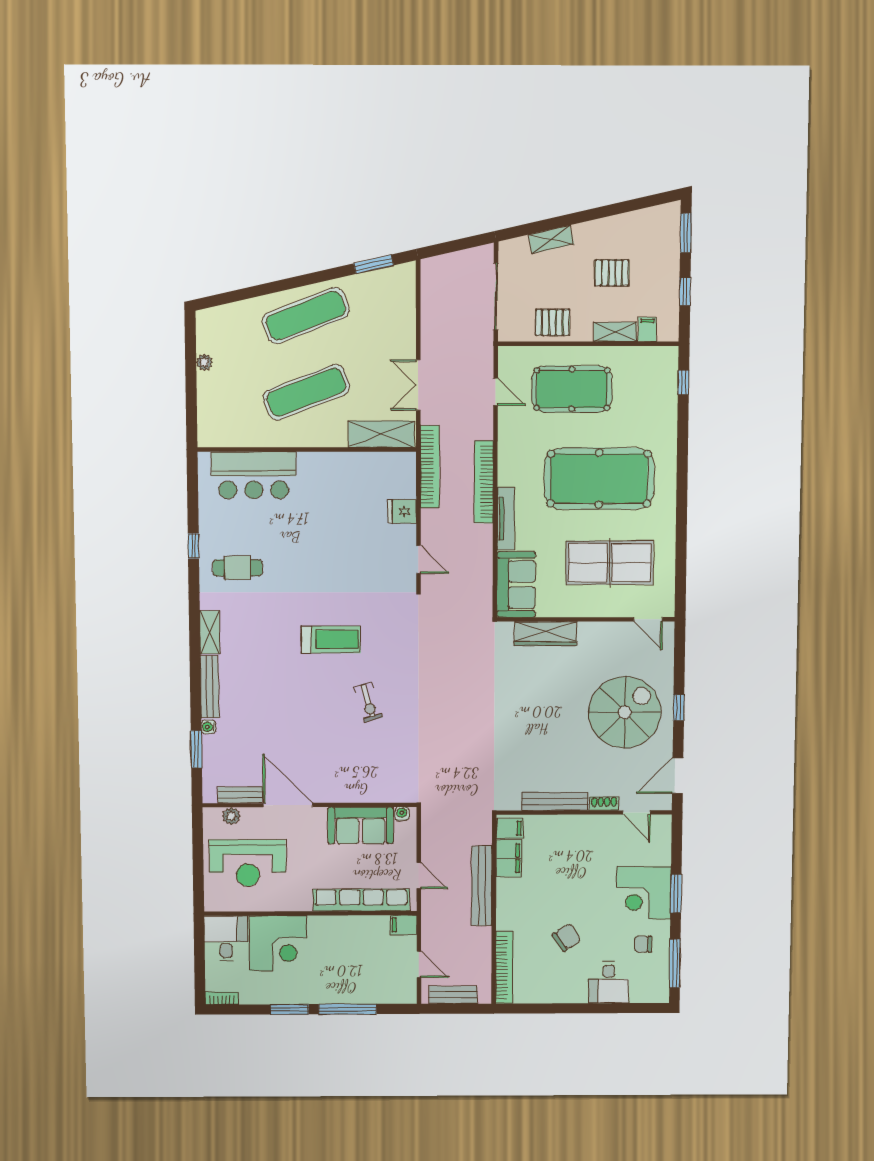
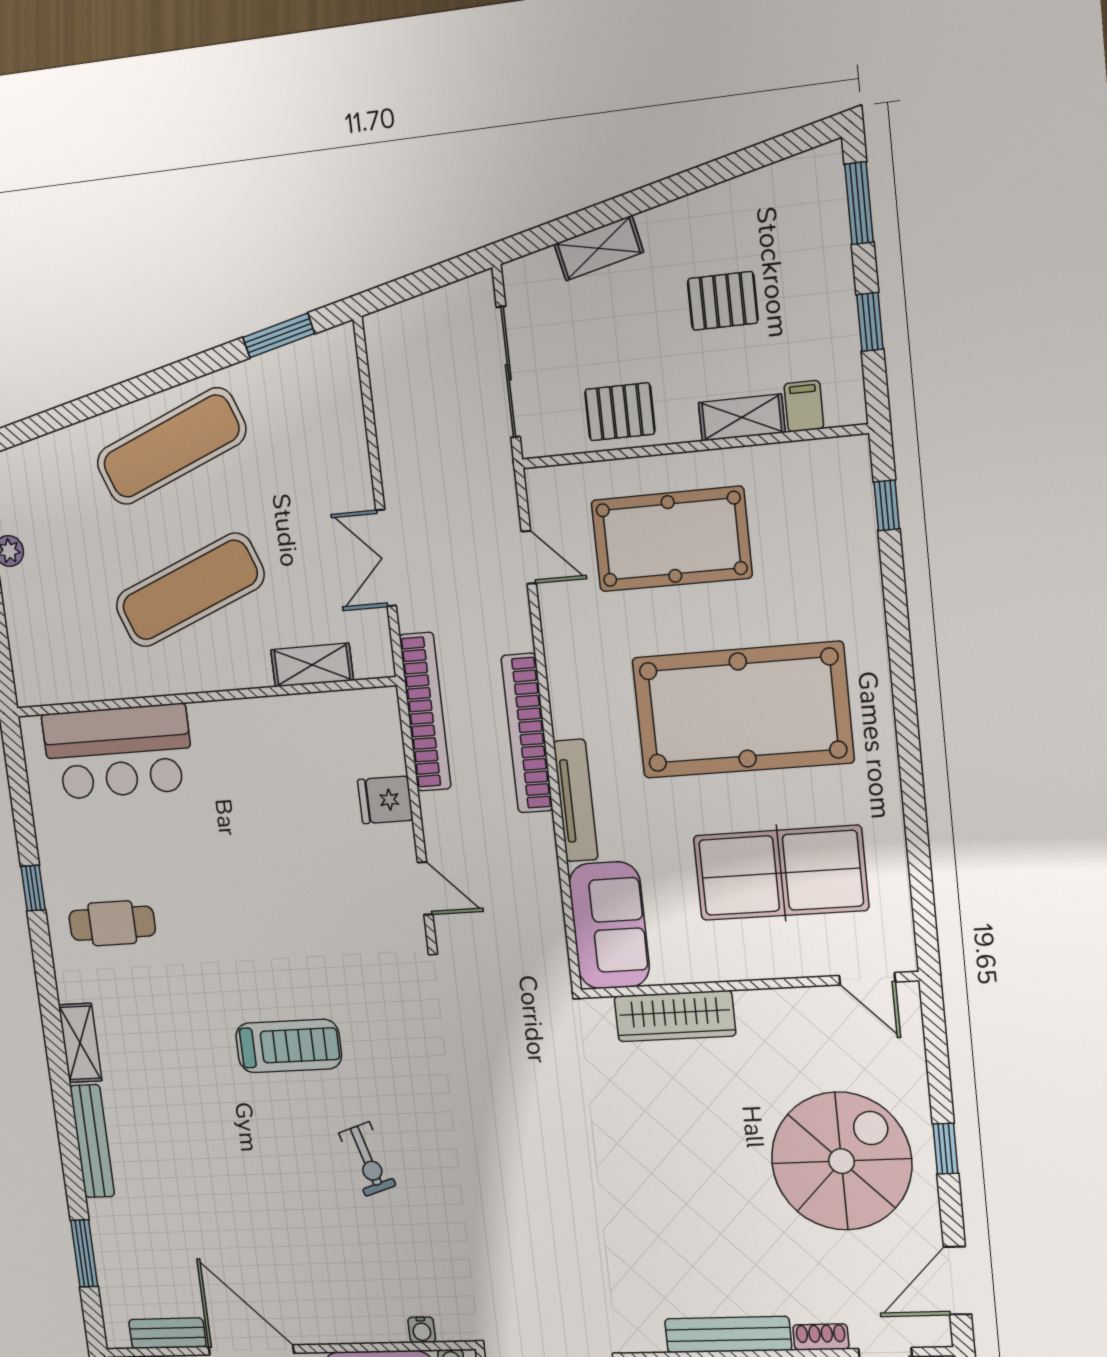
shelving: (381, 434) -> (312, 665), width x0.67, depth x0.75
water cooler: (208, 727) -> (422, 1330), moved, turned -90

